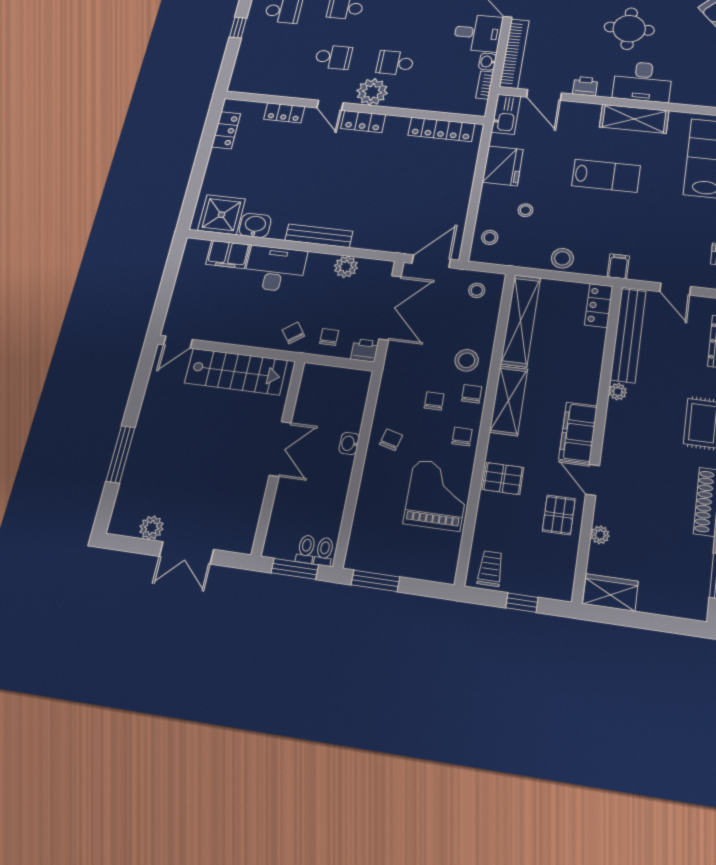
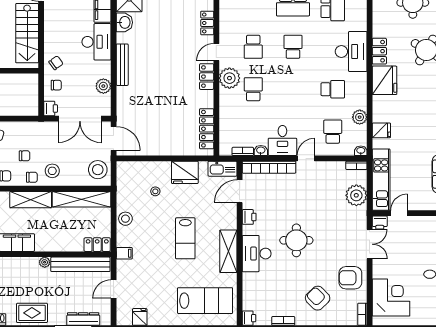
stool: (490, 237) -> (134, 172), removed
stool: (477, 290) -> (98, 170), width x1.89, depth x1.89

